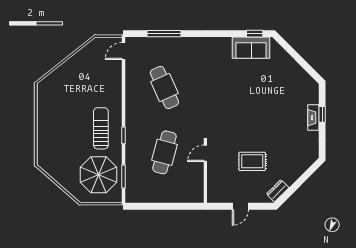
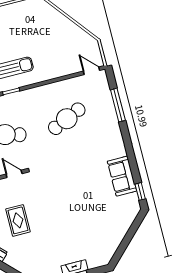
sofa: (251, 48) -> (122, 176), moved

